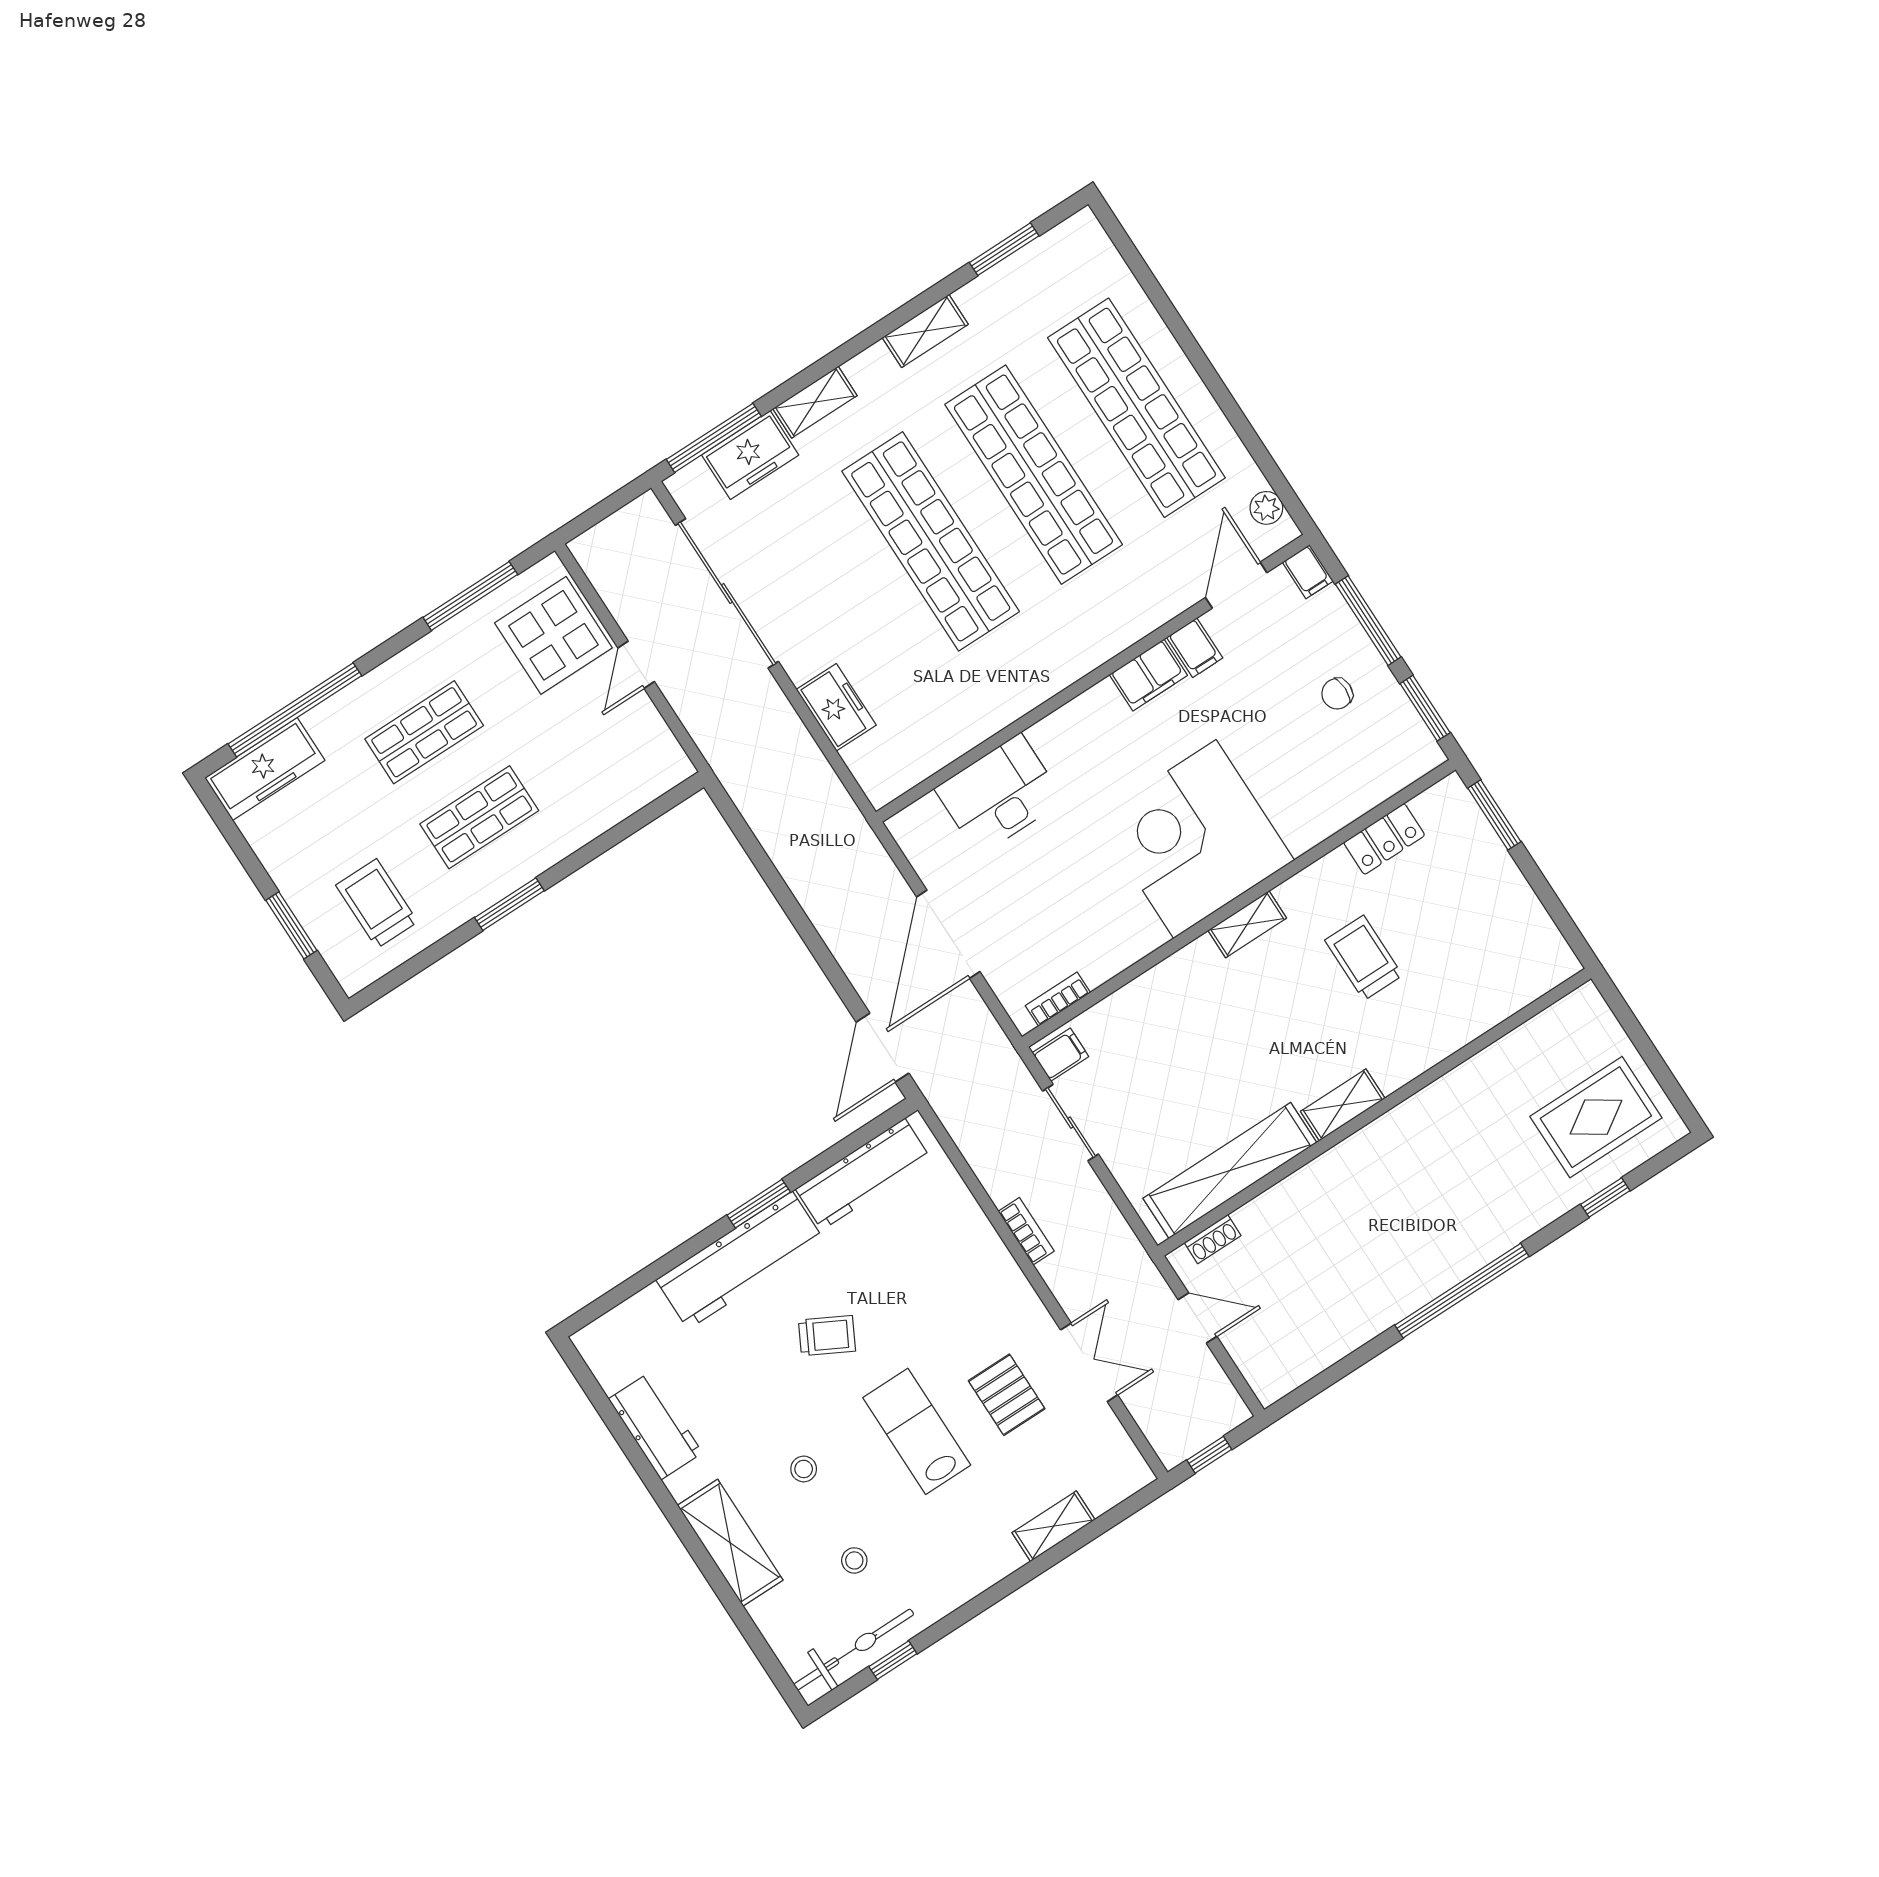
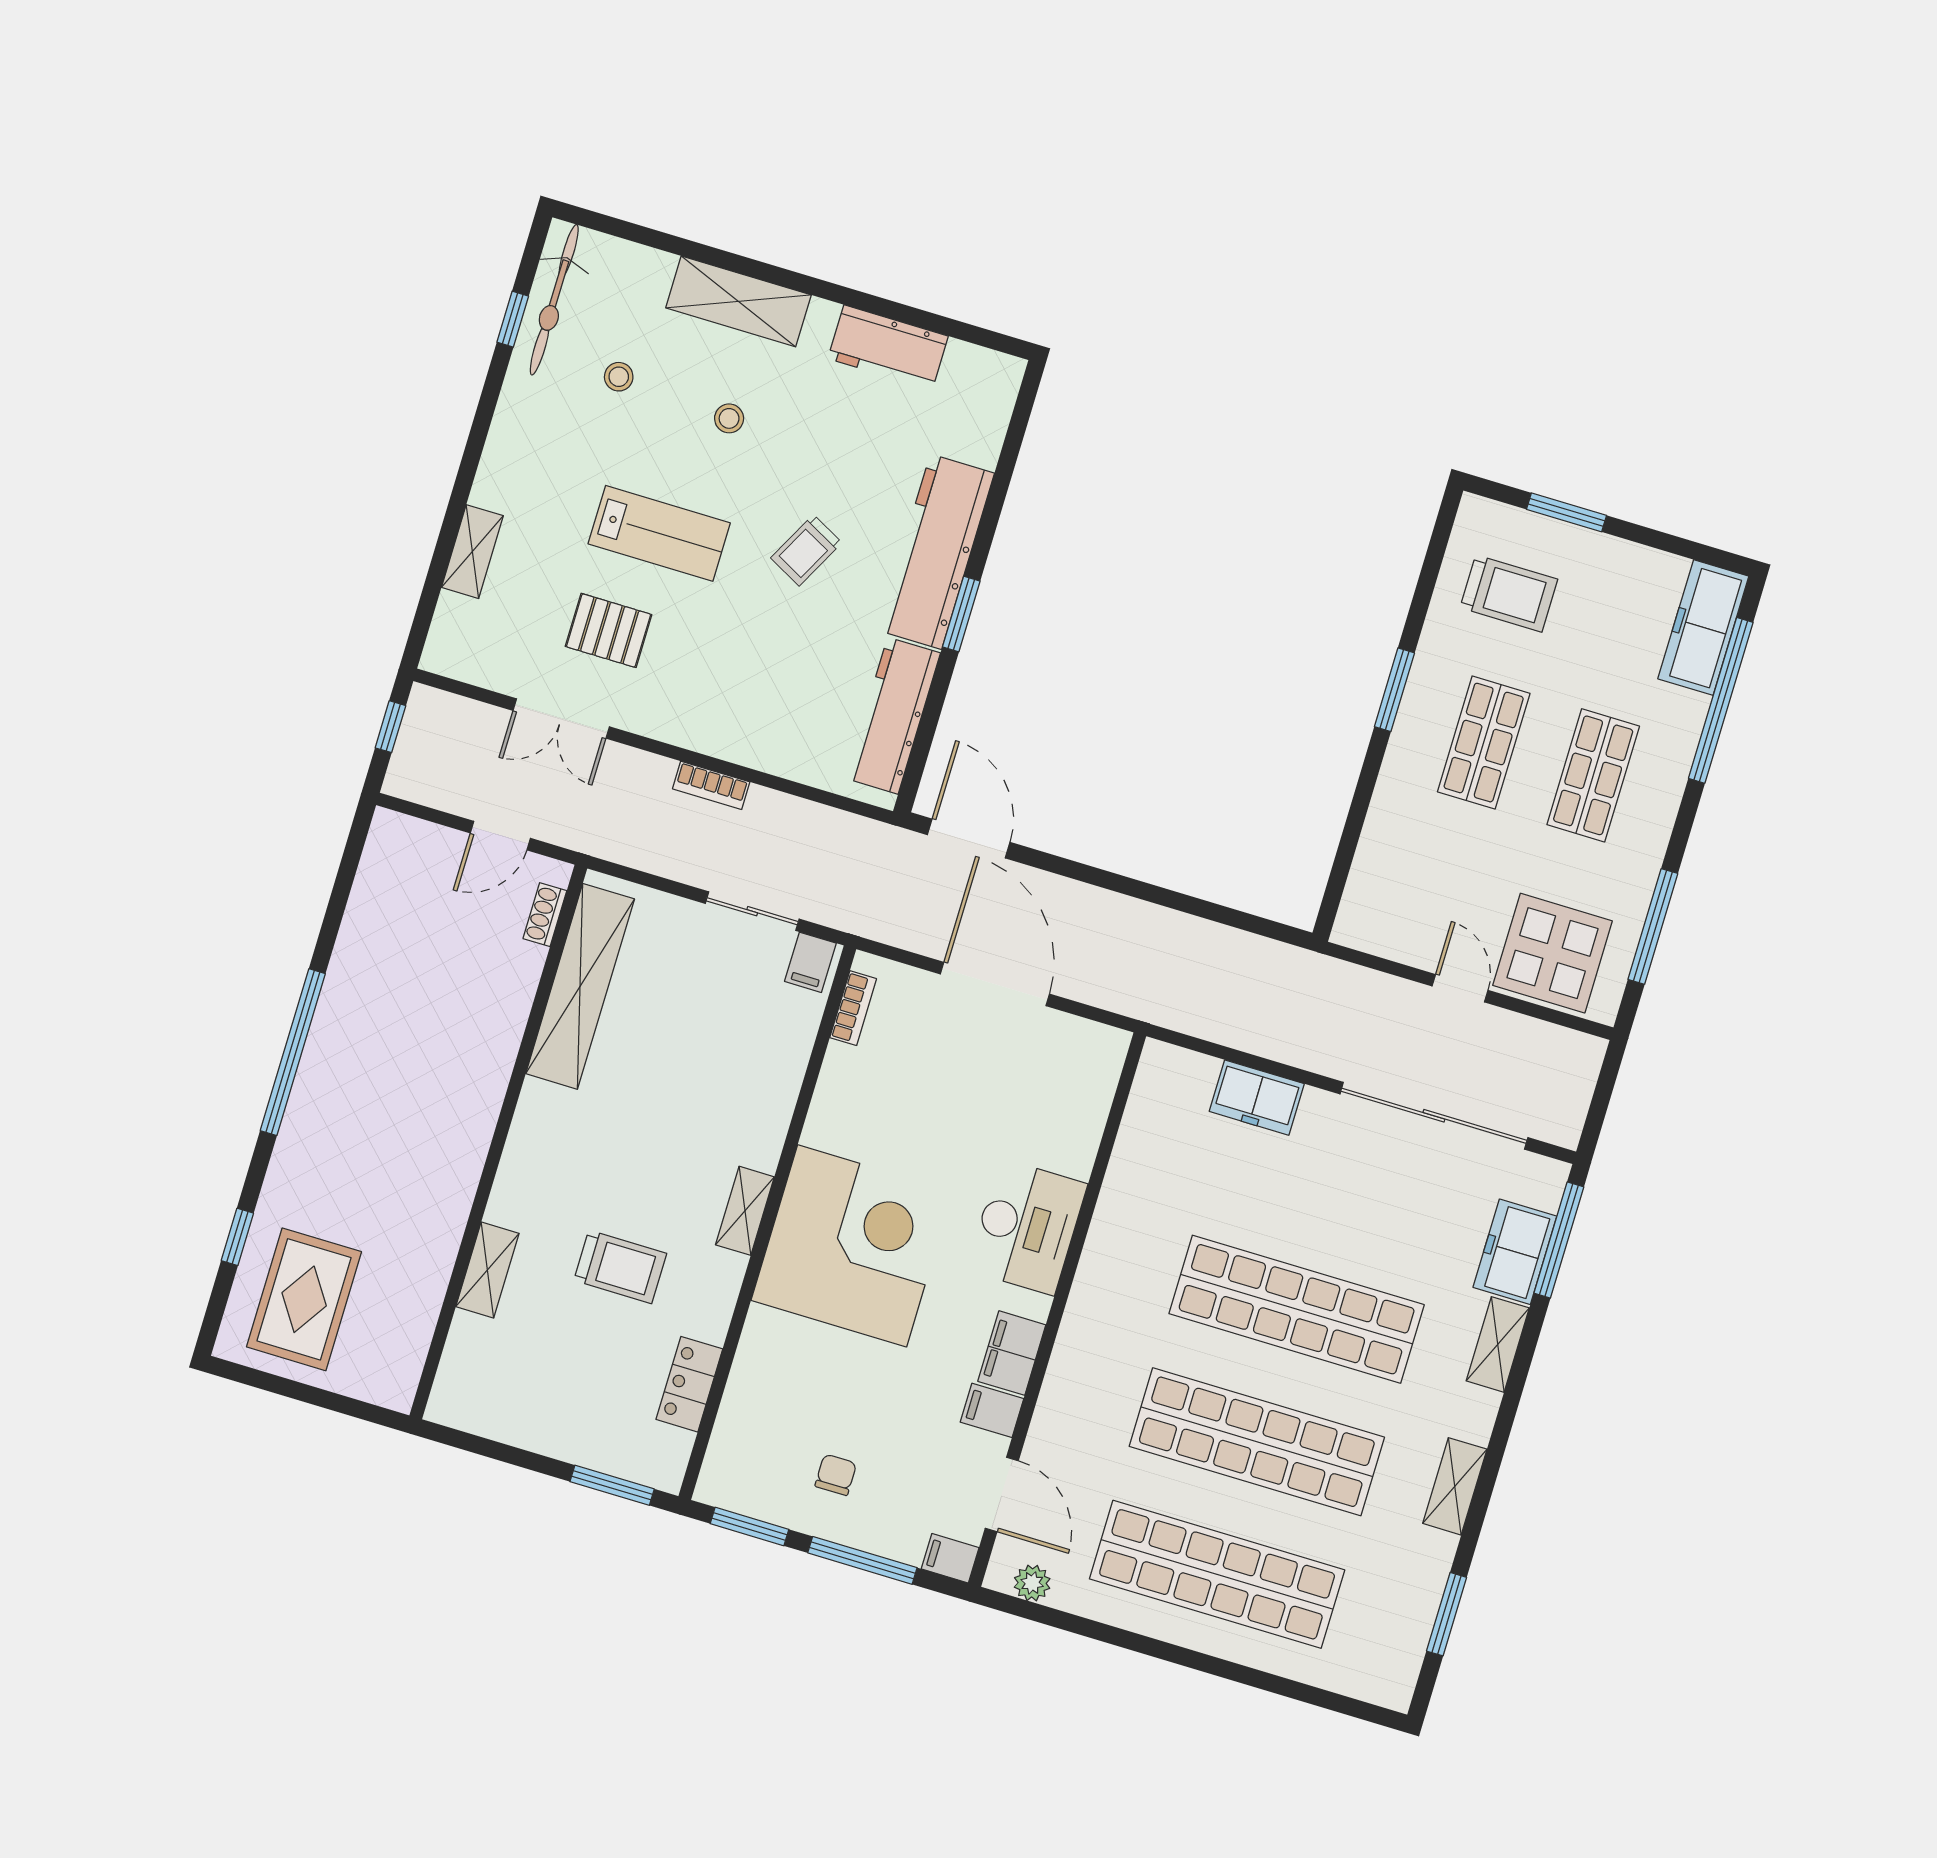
desk: (999, 795) -> (1027, 1227), moved
shelving: (1343, 1105) -> (487, 1270), moved

